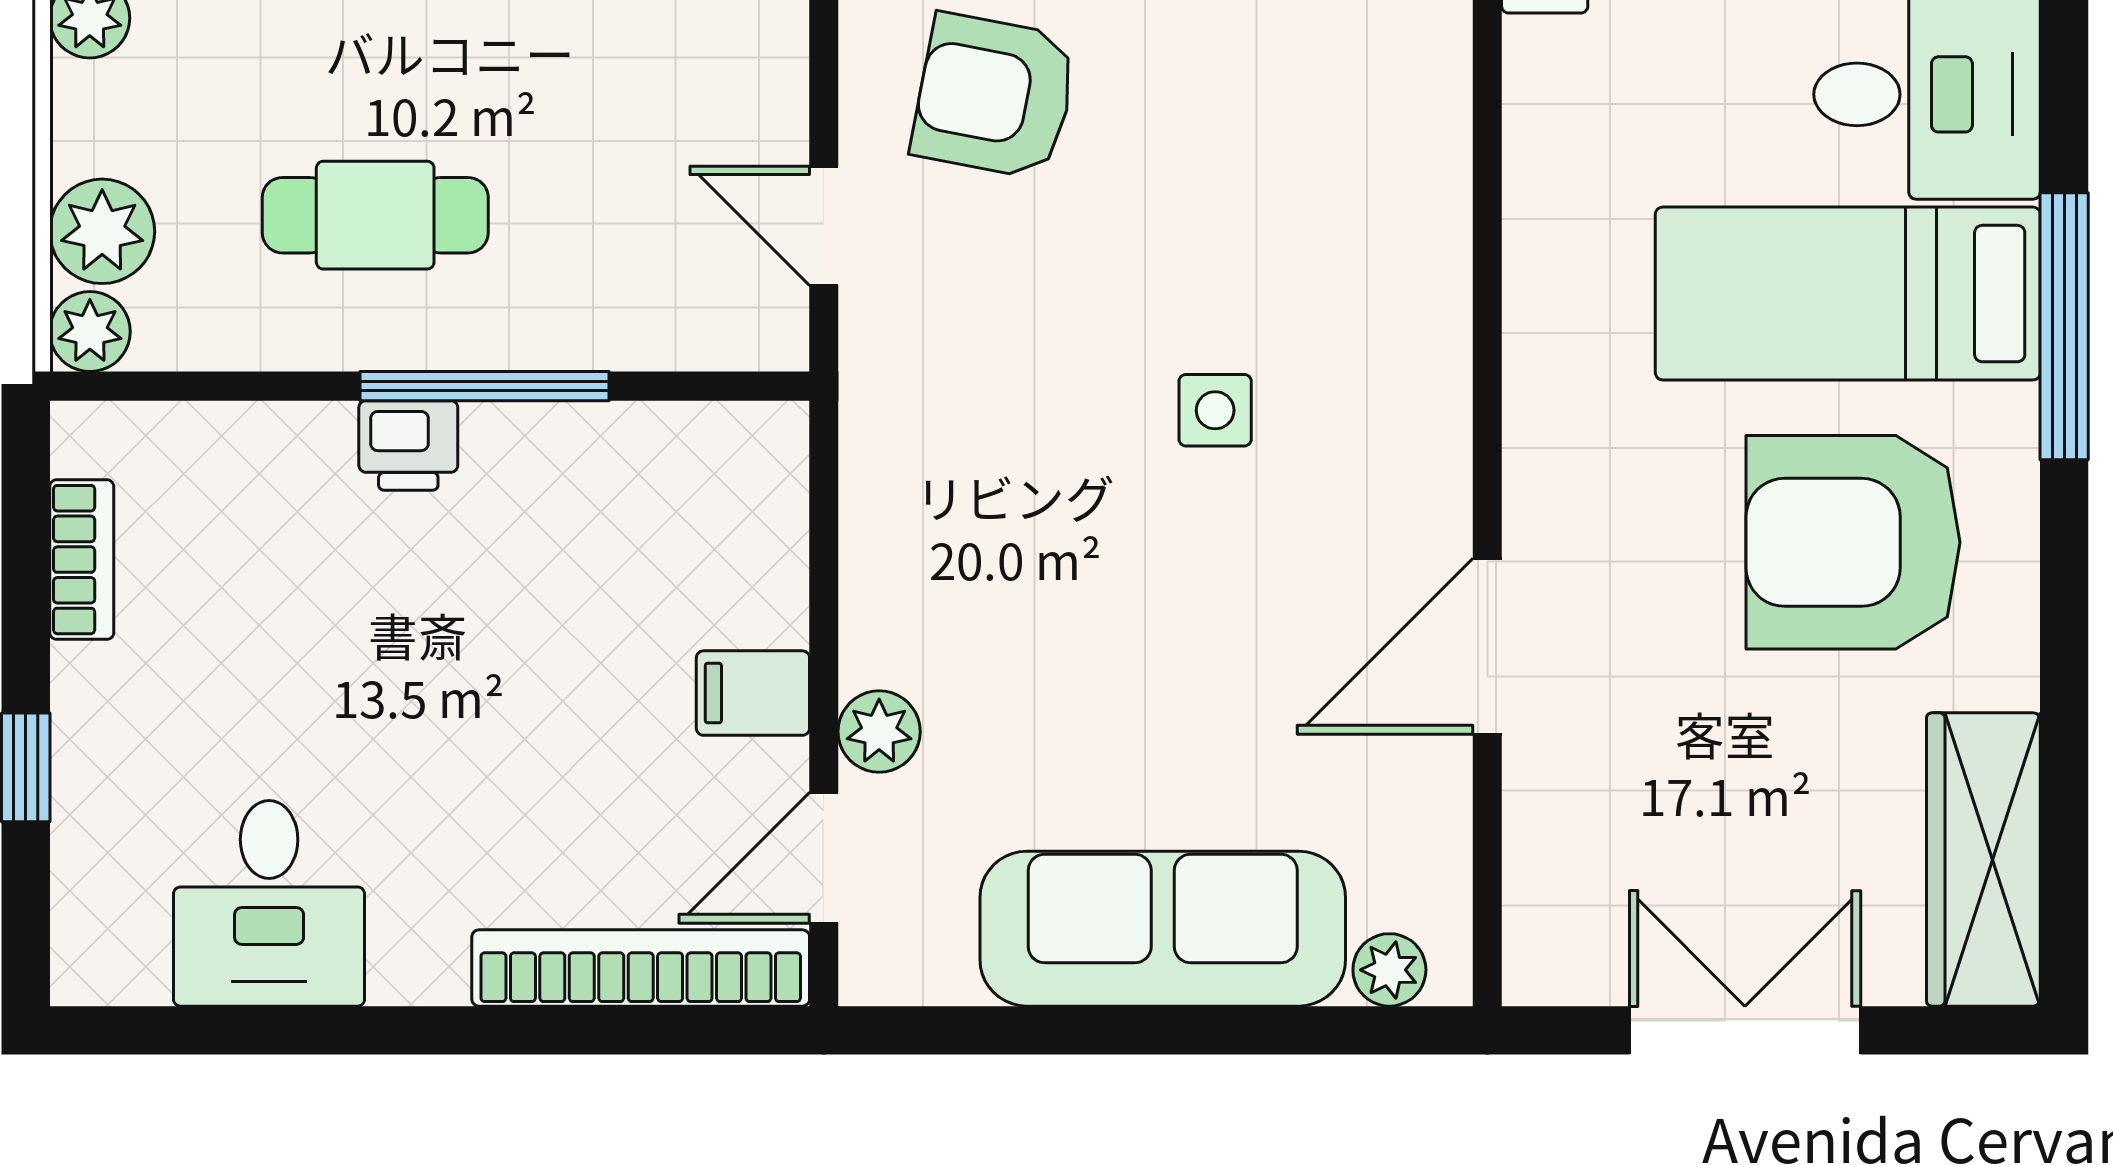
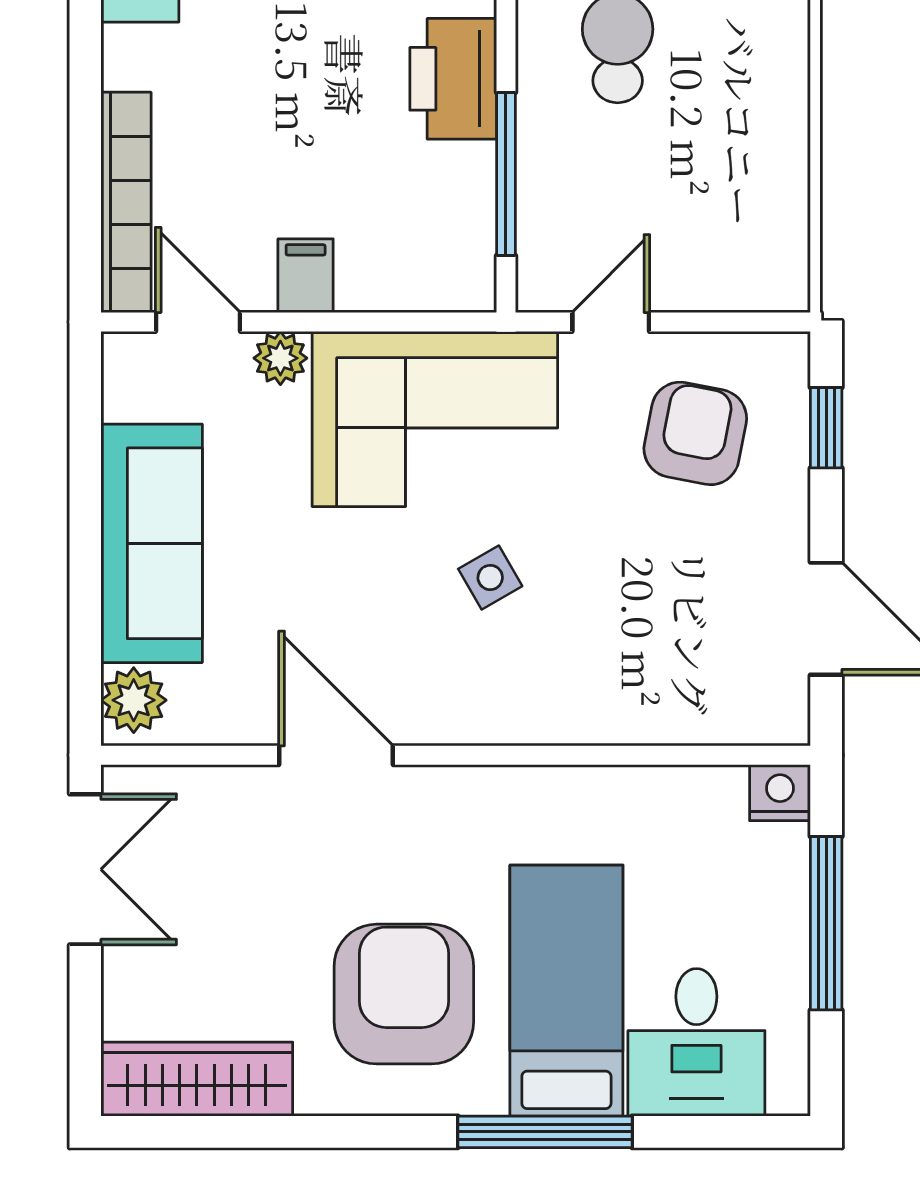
window: (485, 386) -> (506, 174), moved
side table: (1215, 410) -> (490, 577), turned -30
printer: (408, 445) -> (453, 79), width x1.87, depth x1.48
corner sofa: (972, 495) -> (435, 419), added
plant: (1389, 970) -> (134, 700), width x1.38, depth x1.38
double door: (1745, 1030) -> (85, 869), moved

